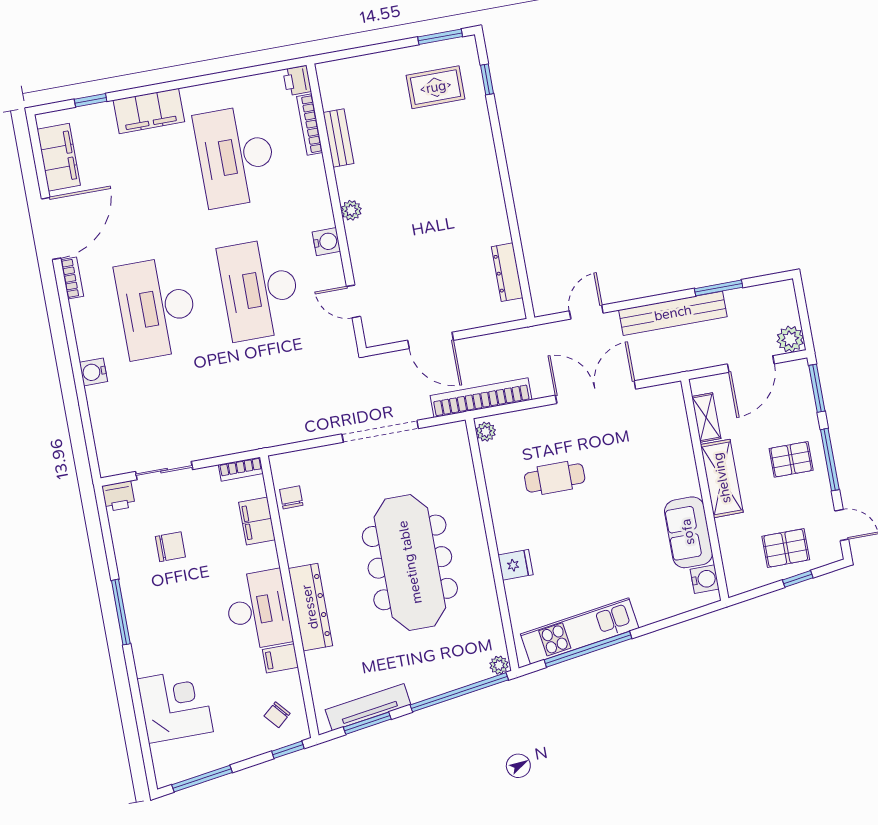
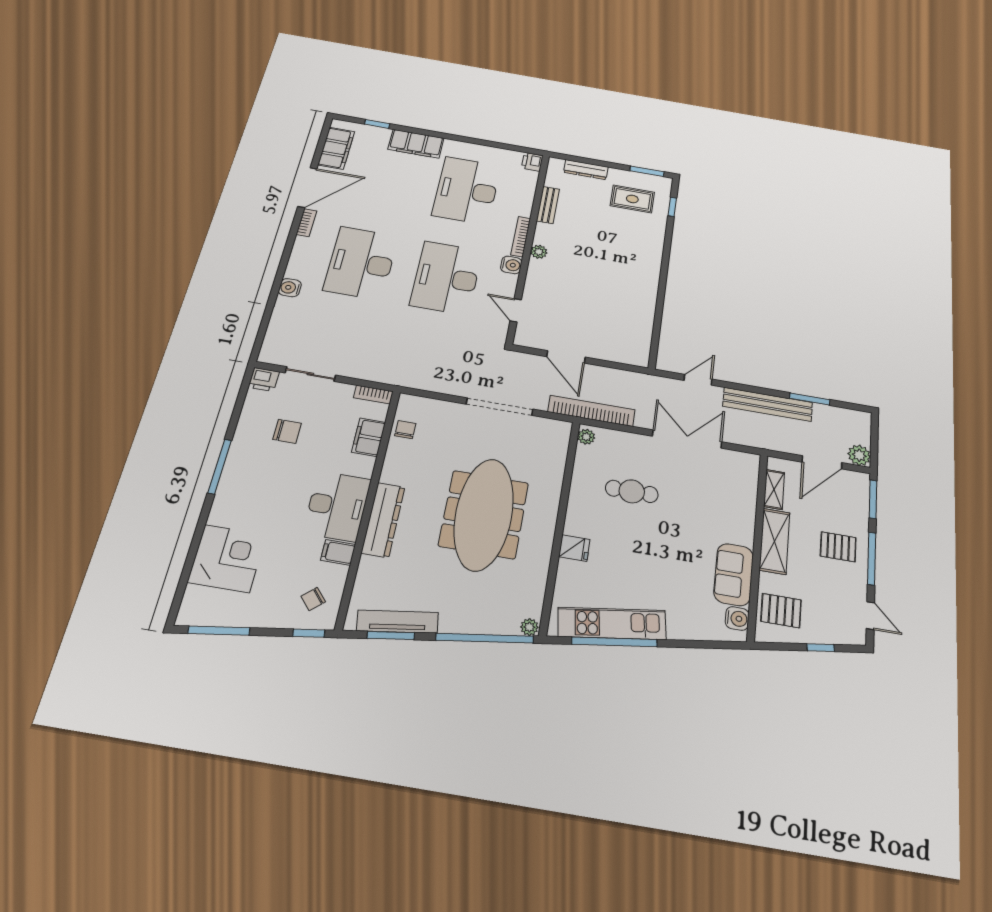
bookcase: (310, 124) -> (521, 237), moved
dresser: (507, 272) -> (586, 170), moved, turned -90
pallet: (786, 548) -> (781, 611), moved

